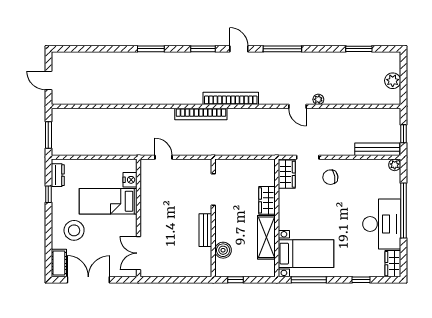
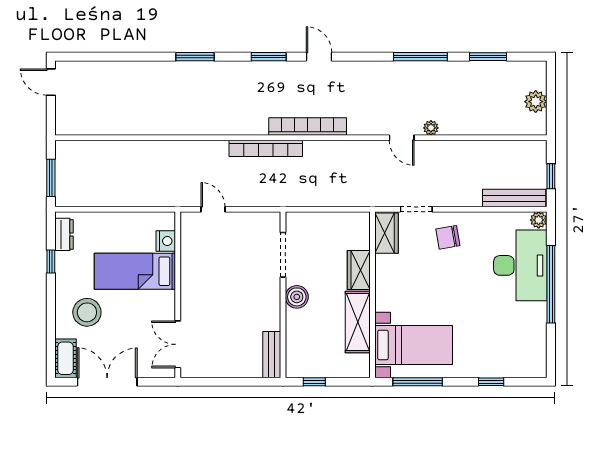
window: (282, 49) -> (420, 57), moved
door: (48, 81) -> (51, 82), moved
desk: (382, 224) -> (520, 265), moved
bench: (205, 230) -> (272, 355), moved
boiler: (223, 250) -> (297, 297), moved
wardrobe: (393, 264) -> (536, 359), removed

